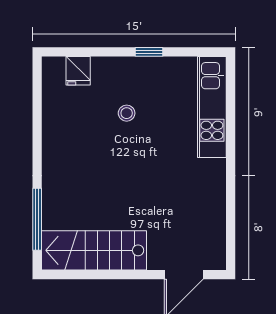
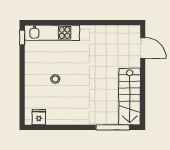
window: (149, 52) -> (22, 37), moved
fridge: (78, 71) -> (39, 117), moved, turned -90

